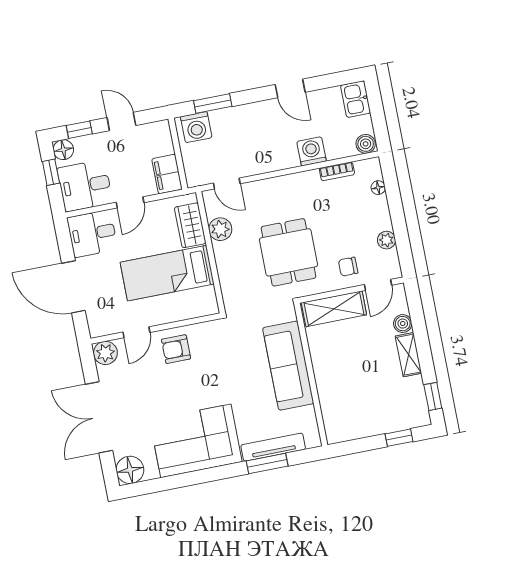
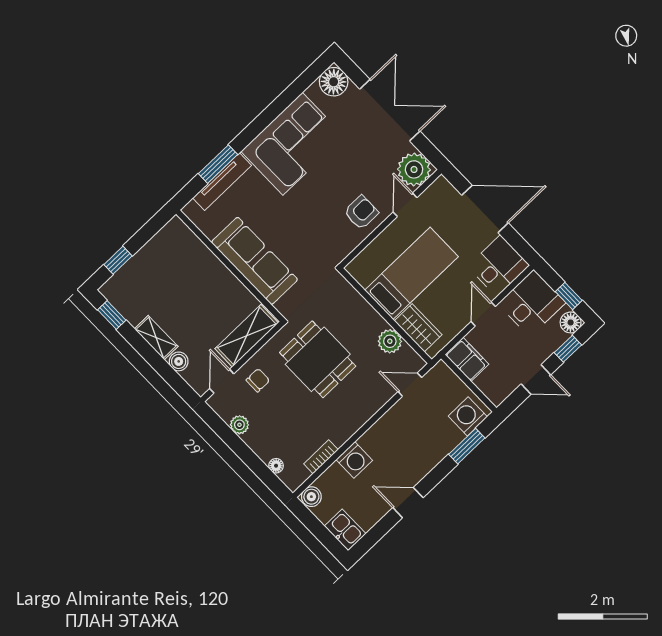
plant: (105, 353) -> (414, 169), width x1.36, depth x1.36

